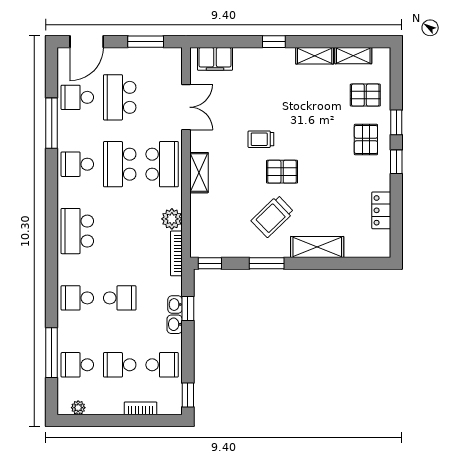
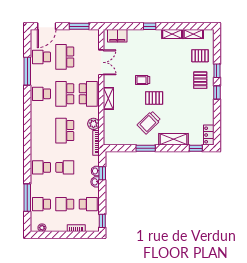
locker: (381, 210) -> (209, 135), moved
school desk: (77, 231) -> (65, 131), moved
window: (210, 263) -> (196, 148), moved

